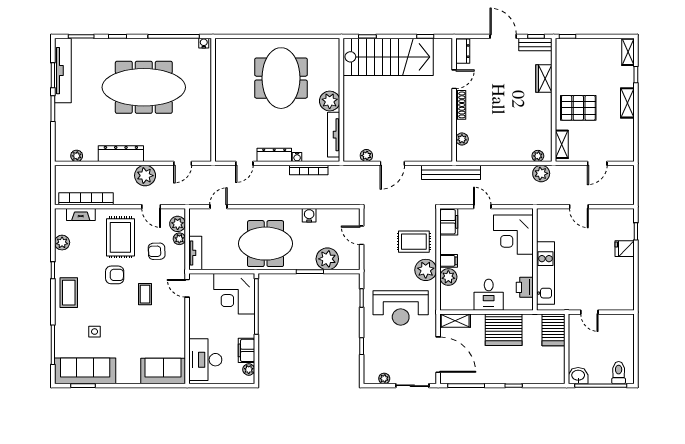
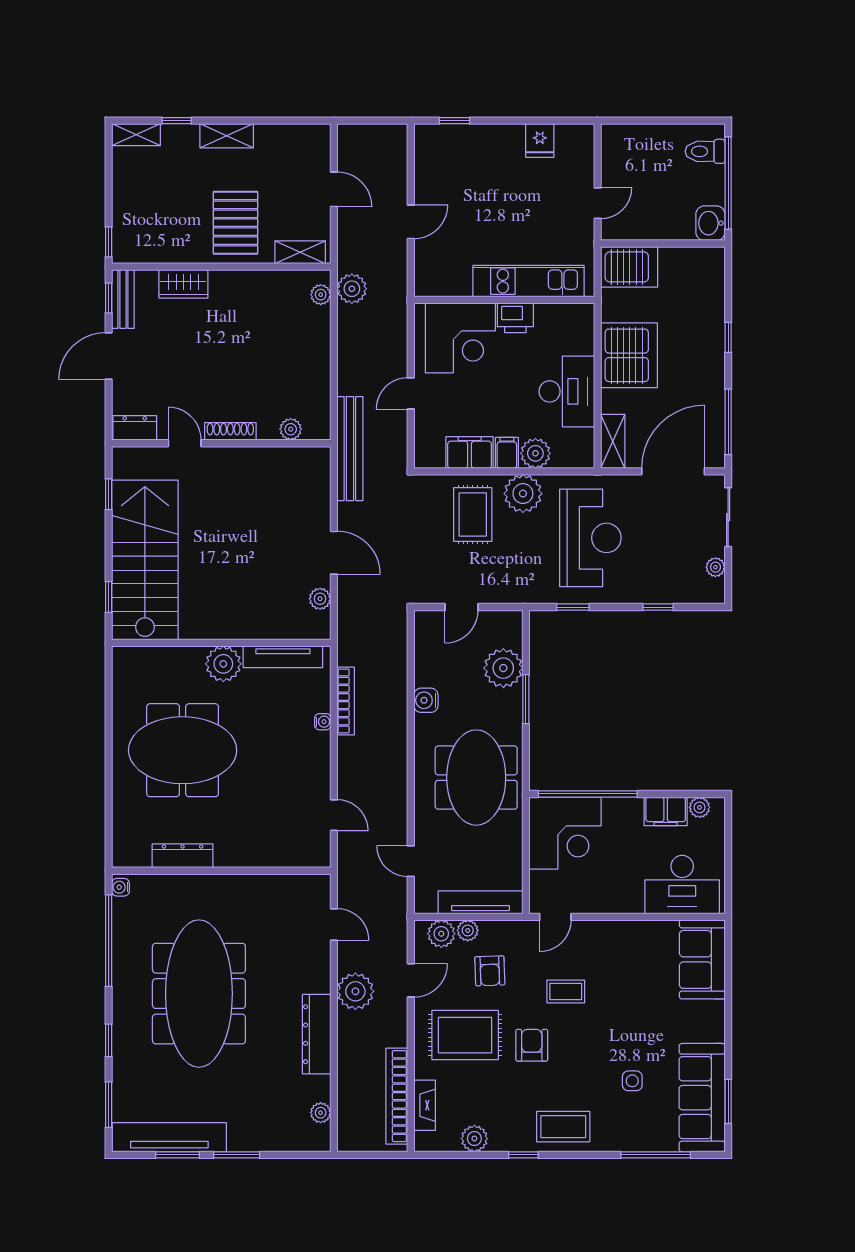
dresser: (274, 155) -> (183, 856), moved, turned 90
filing cabinet: (449, 222) -> (470, 453), moved
fridge: (625, 249) -> (540, 141), moved
tv unit: (195, 253) -> (481, 902), width x1.41
printer: (525, 287) -> (515, 318), moved
desk: (489, 295) -> (567, 391), width x1.37

